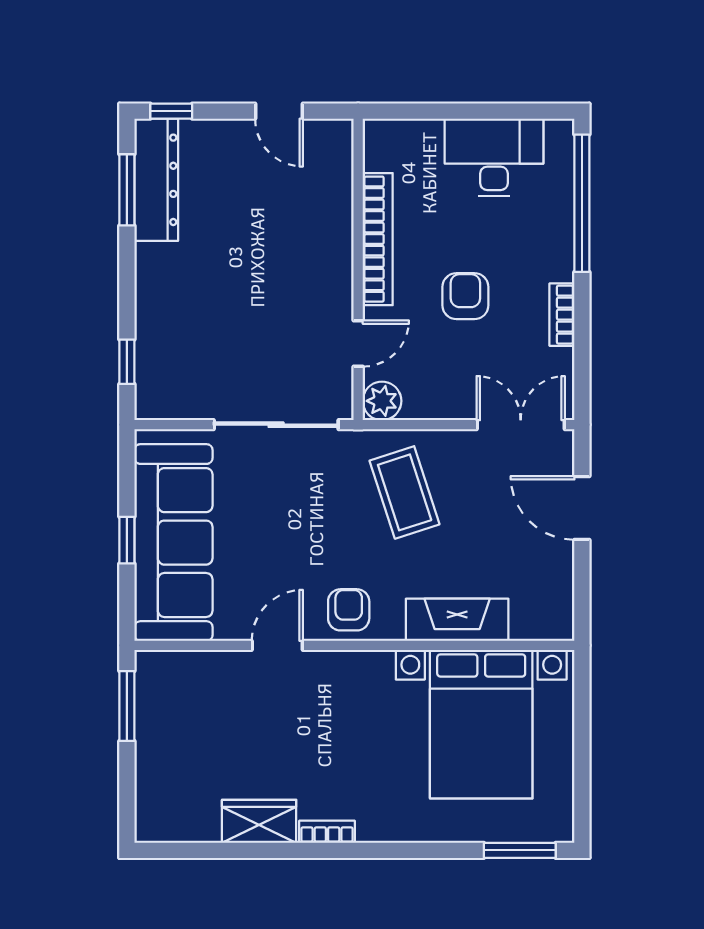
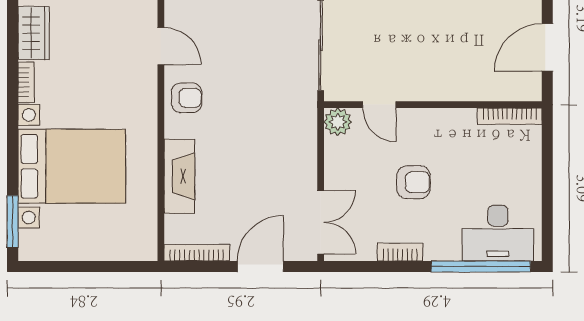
door: (279, 111) -> (547, 47), width x1.38
desk: (494, 157) -> (498, 233), moved, turned 90
bookcase: (378, 239) -> (510, 116), moved, width x0.68, depth x0.76
coffee table: (405, 492) -> (272, 138), removed
bookcase: (563, 596) -> (197, 253), added
bed with nightstands: (481, 724) -> (72, 166), moved, turned 180

